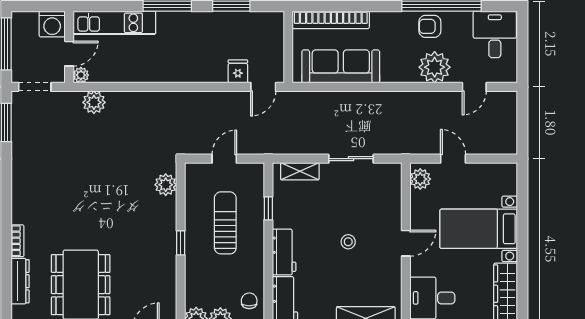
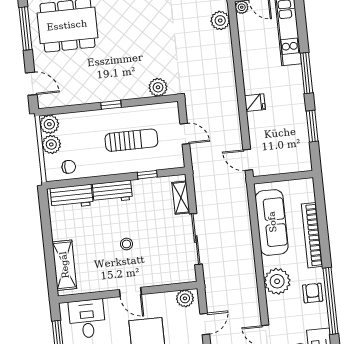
bookcase: (331, 20) -> (312, 235), moved
plant: (435, 67) -> (277, 281), moved
fridge: (238, 71) -> (255, 103), moved
sliding door: (351, 159) -> (196, 239), width x1.37

